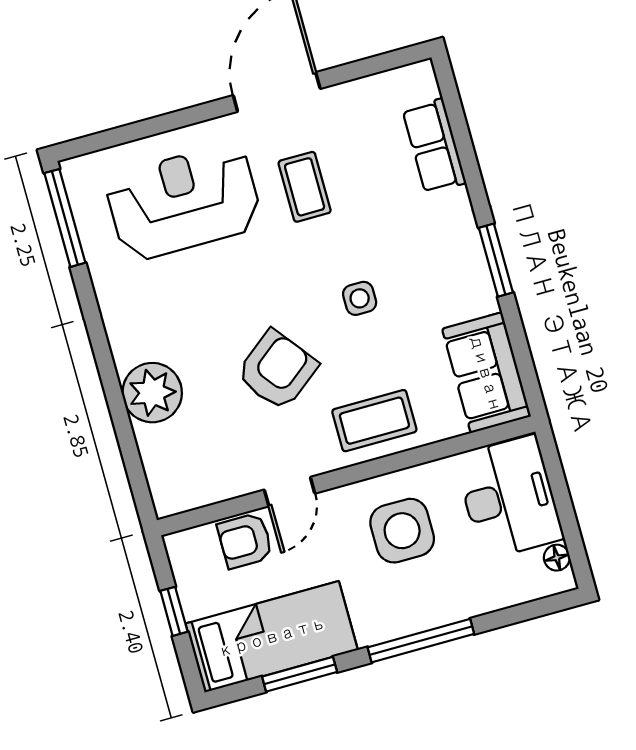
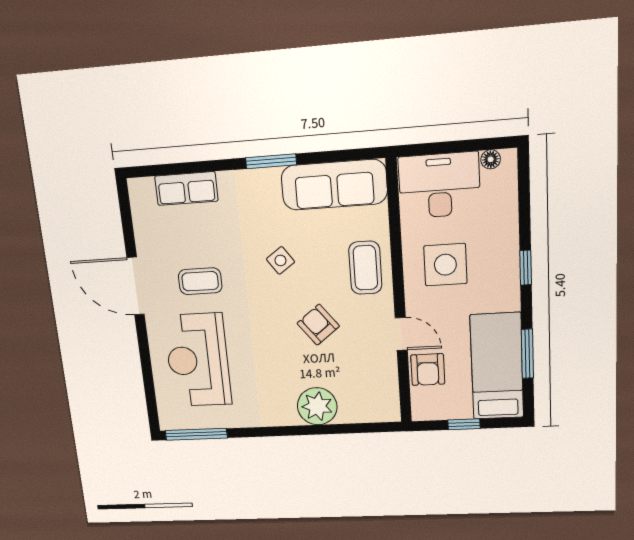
side table: (360, 298) -> (280, 260), turned -35
armchair: (277, 370) -> (318, 325), width x0.72, depth x0.72
sofa: (486, 373) -> (334, 185), width x1.36
window: (421, 641) -> (526, 268), width x0.46

